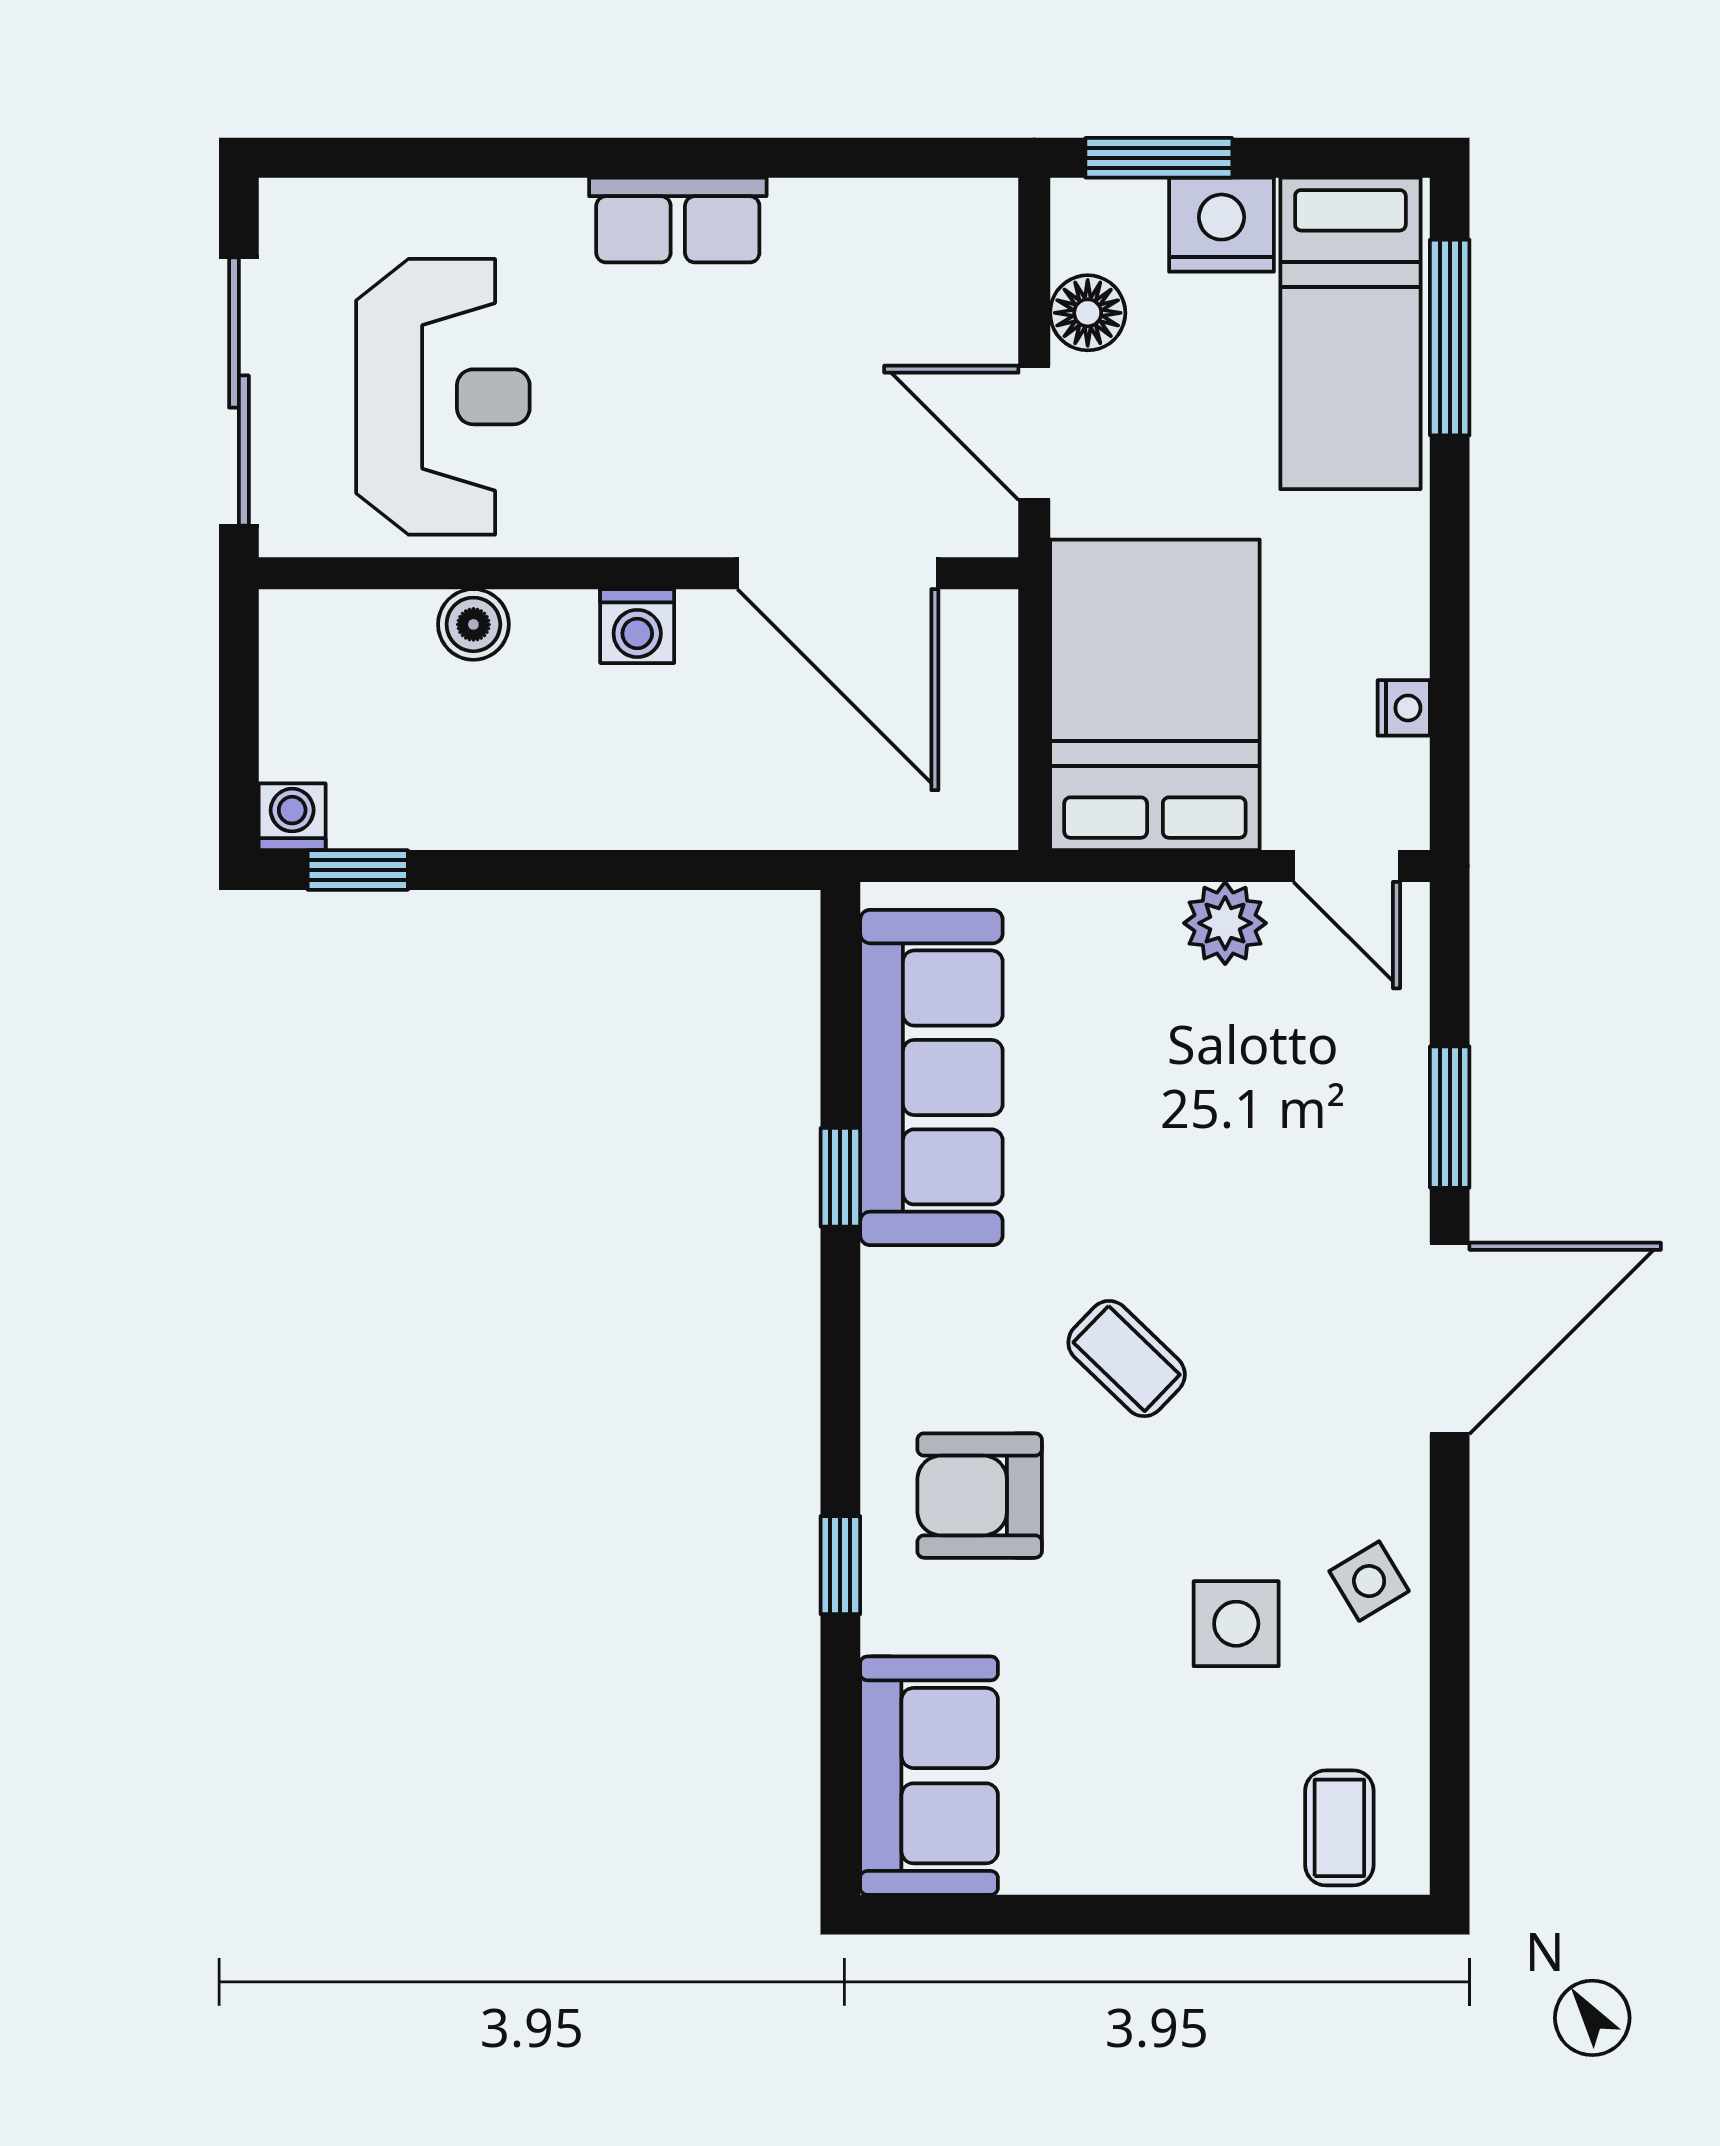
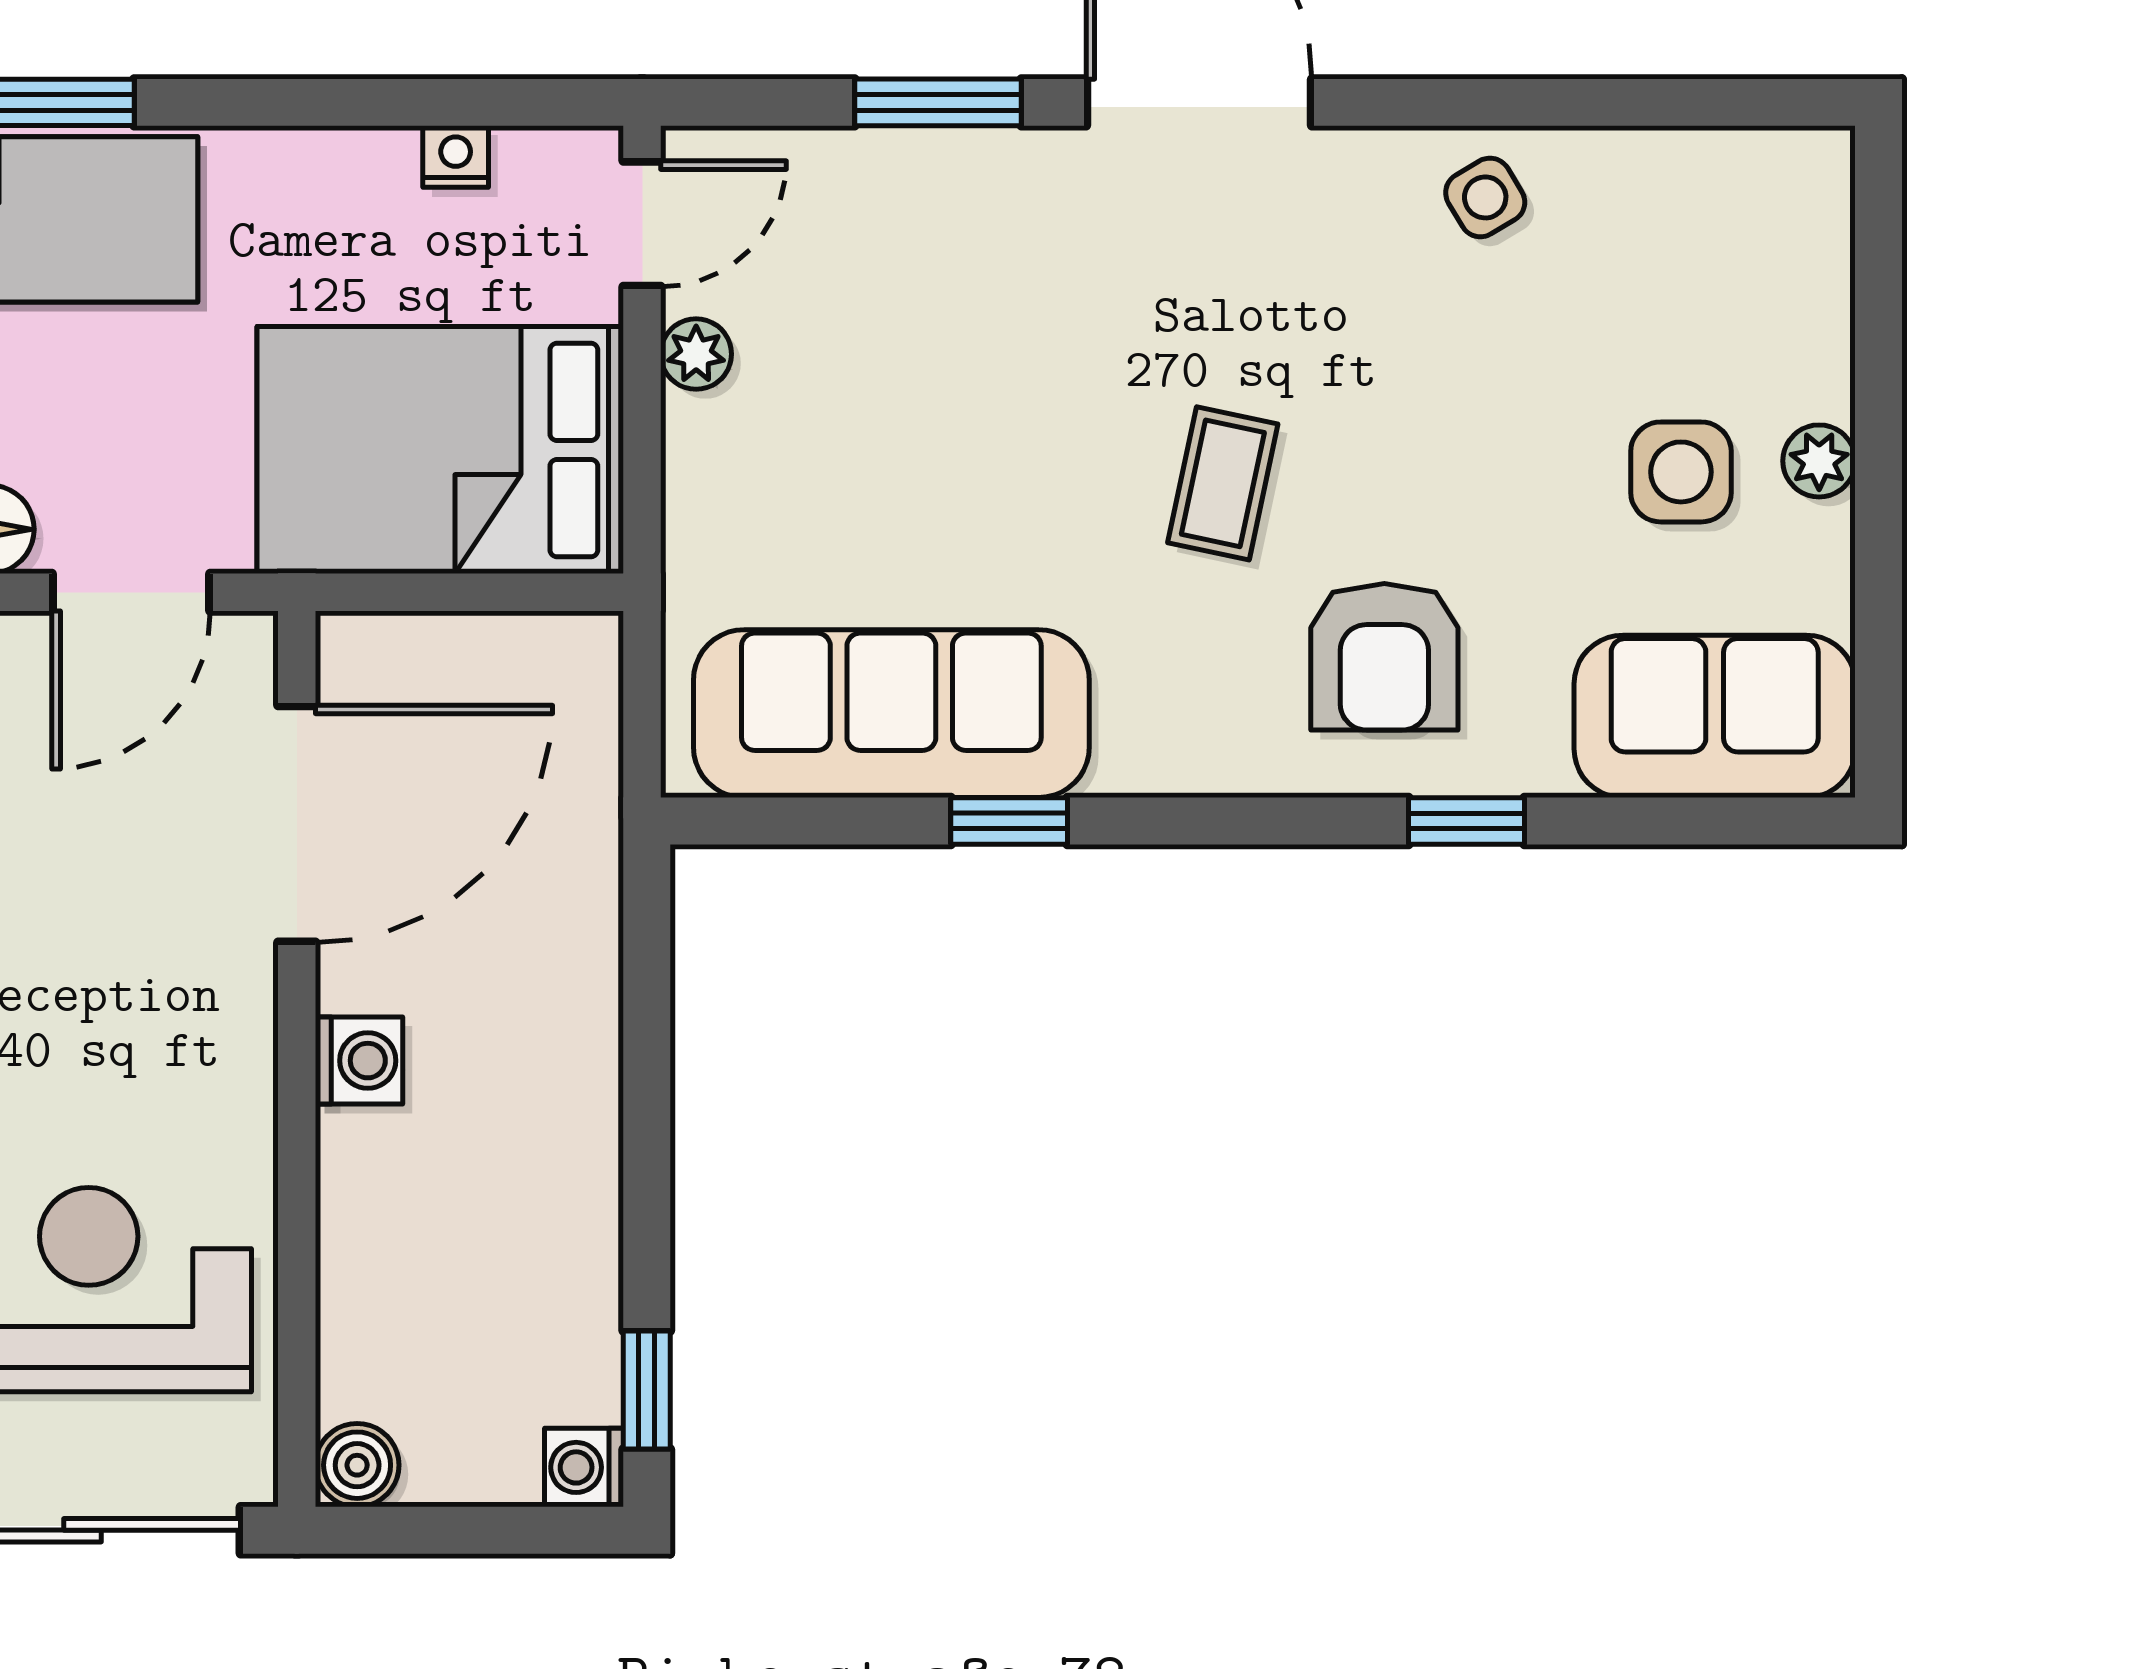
boiler: (473, 624) -> (357, 1465), moved
plant: (1225, 923) -> (696, 354), width x0.73, depth x0.73
coffee table: (1127, 1359) -> (1223, 483), turned -32
side table: (1236, 1624) -> (1681, 472), moved
coffee table: (1339, 1828) -> (1776, 232), removed
plant: (1146, 1864) -> (1819, 461), added

